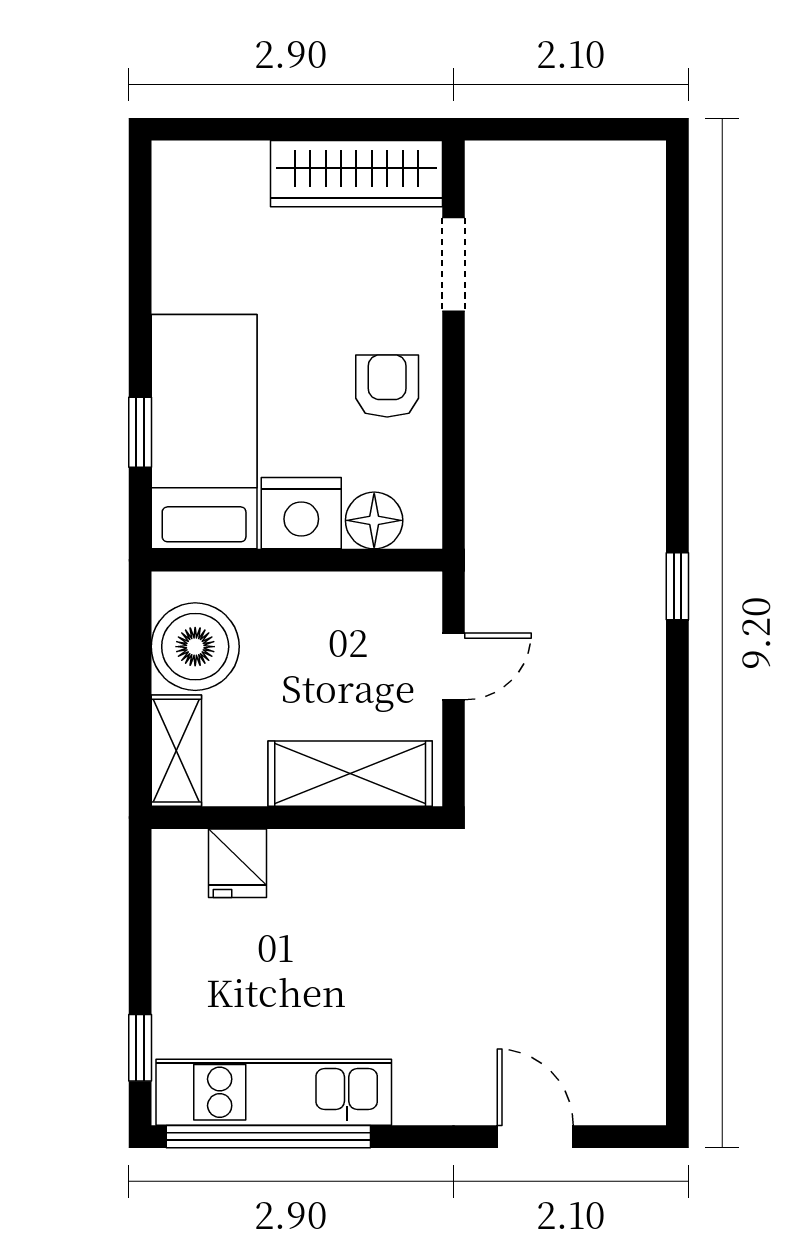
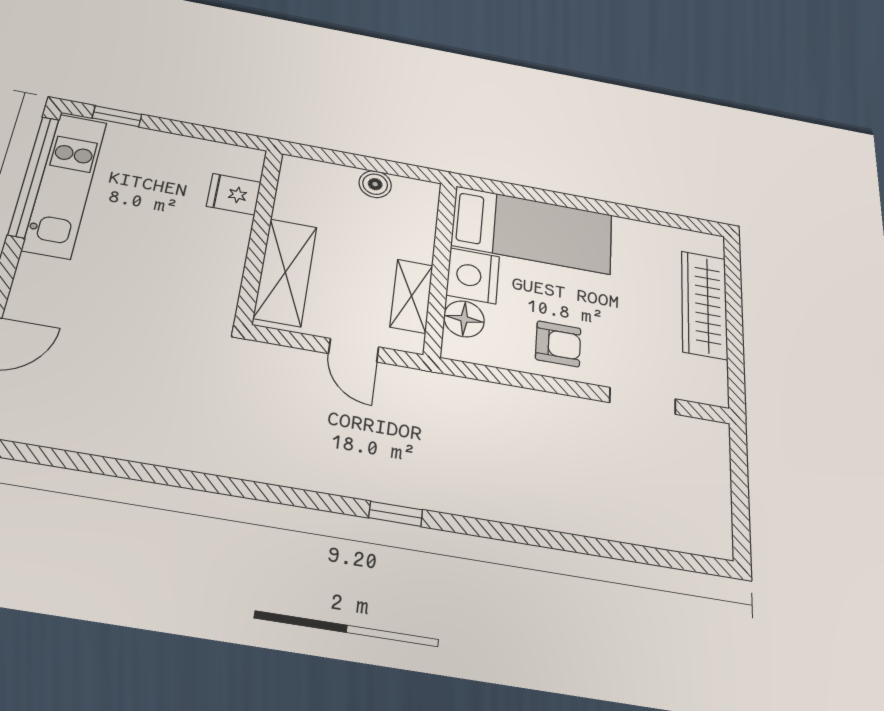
wardrobe: (356, 174) -> (704, 305), moved
window: (140, 432) -> (534, 194), removed
boiler: (195, 647) -> (375, 184), width x0.54, depth x0.54
shelving: (176, 751) -> (412, 296), moved, turned 90

